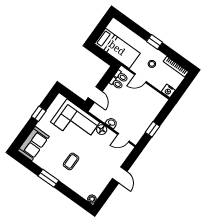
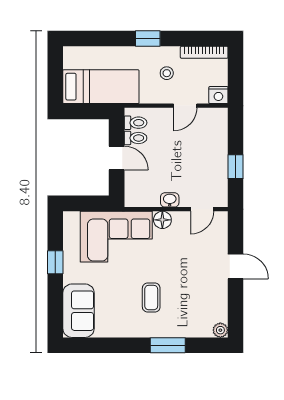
door: (140, 78) -> (185, 106), moved
door: (95, 94) -> (117, 158), moved
window: (48, 178) -> (168, 345), moved

